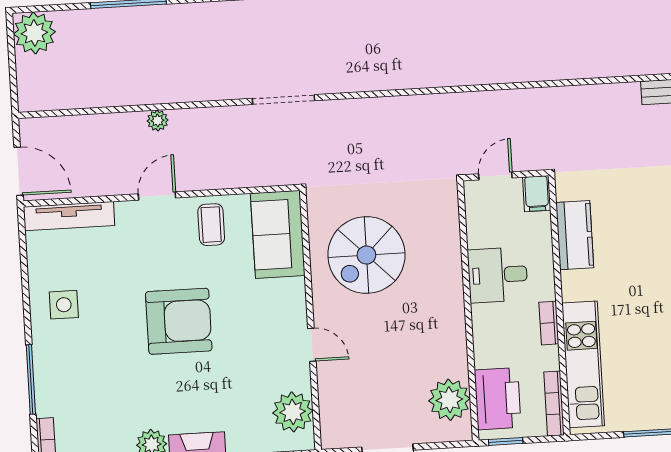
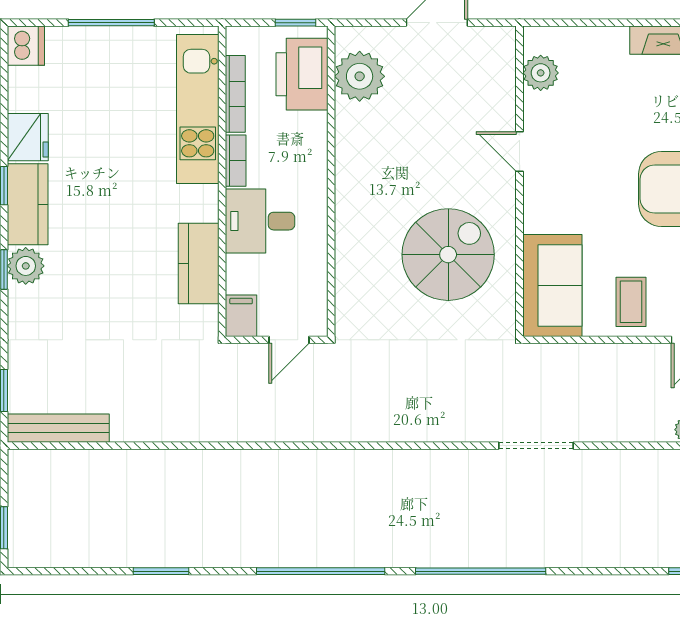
desk: (498, 275) -> (260, 221), moved, turned 180
bookcase: (554, 404) -> (235, 94), moved
plant: (293, 412) -> (541, 73), width x0.73, depth x0.73

